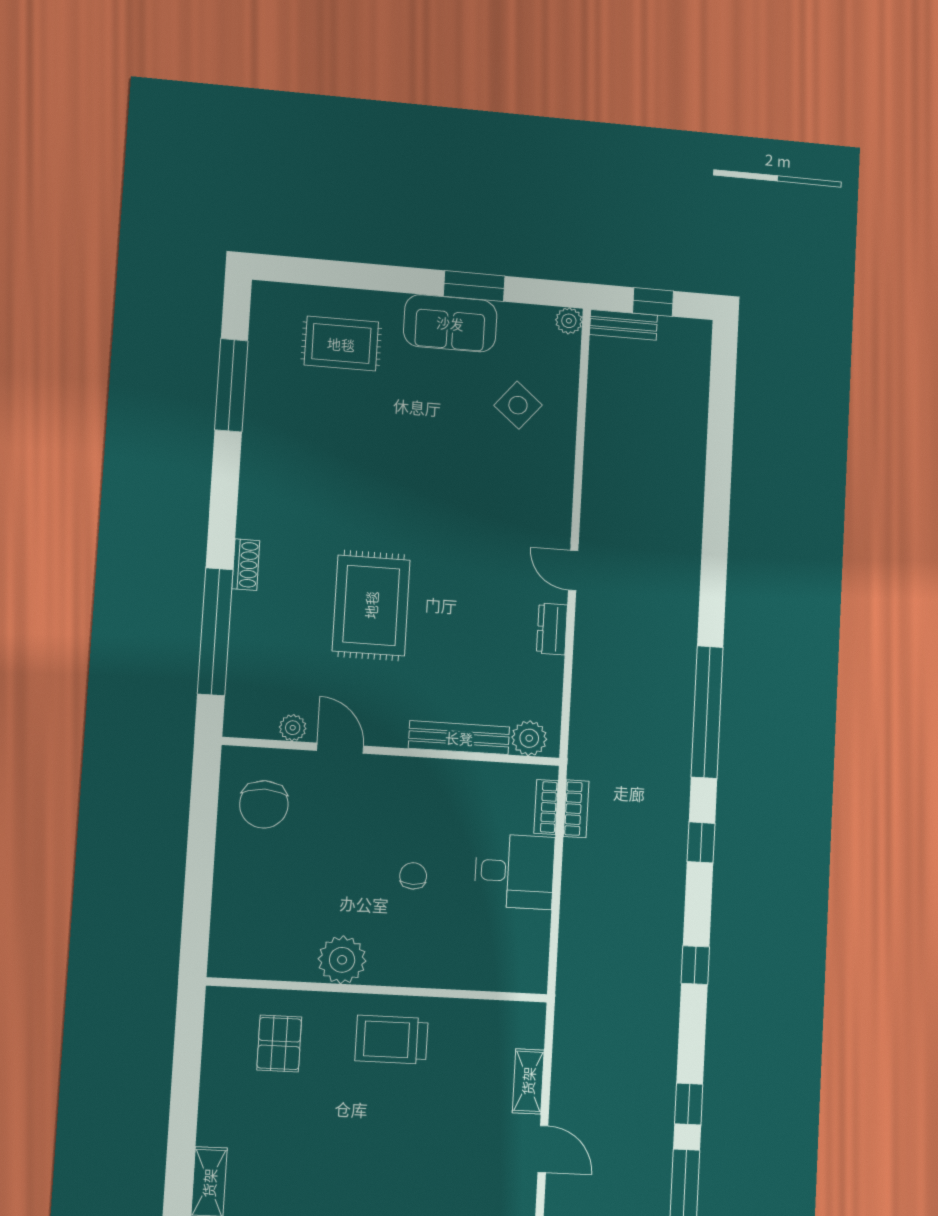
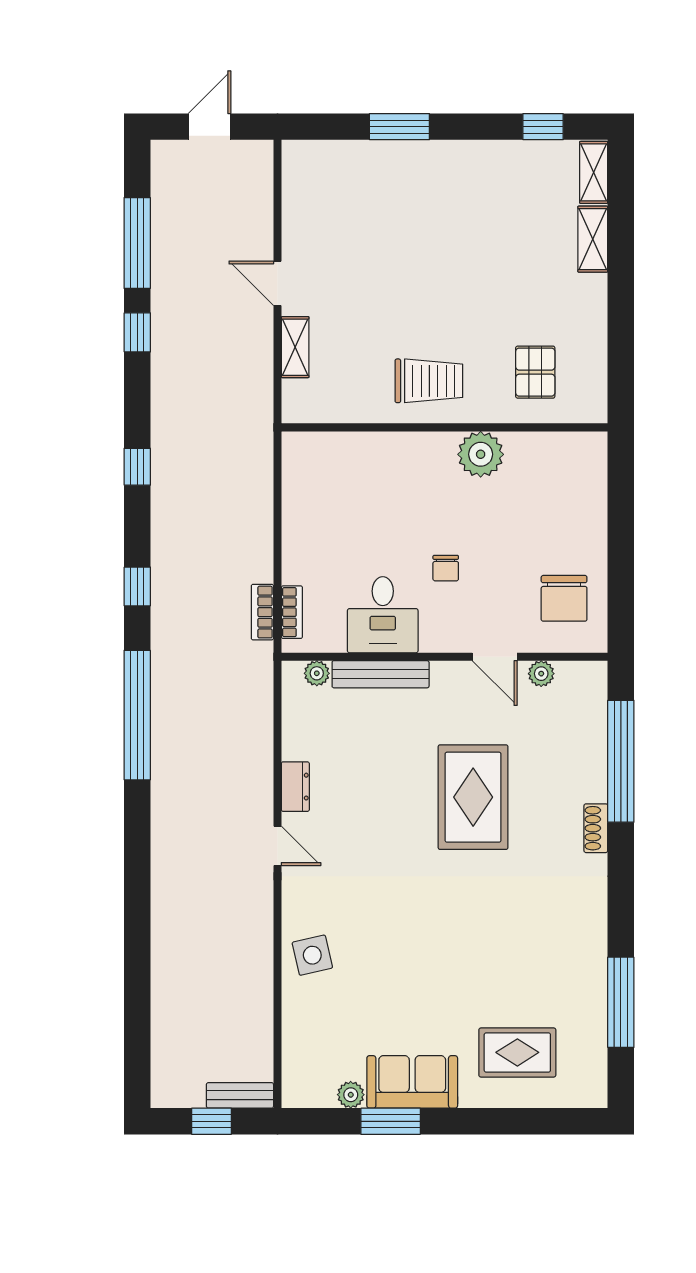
plant: (569, 321) -> (351, 1095), moved
side table: (518, 405) -> (312, 955), moved, turned 37
plant: (529, 738) -> (317, 673), width x0.73, depth x0.73
chair: (264, 804) -> (564, 598), turned 180
desk: (514, 871) -> (383, 615), moved, turned -90
chair: (413, 876) -> (446, 568), moved

